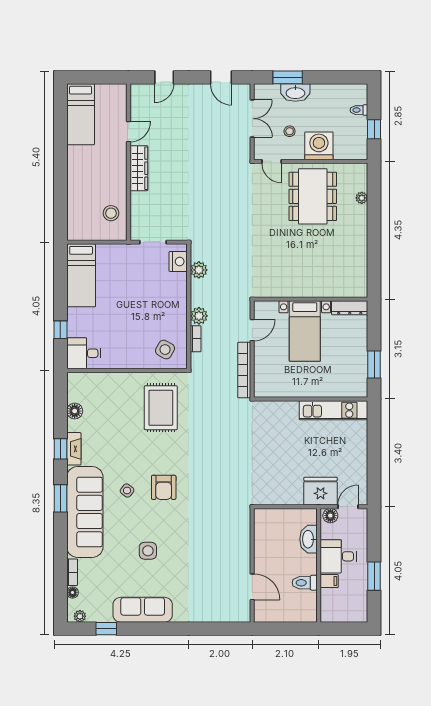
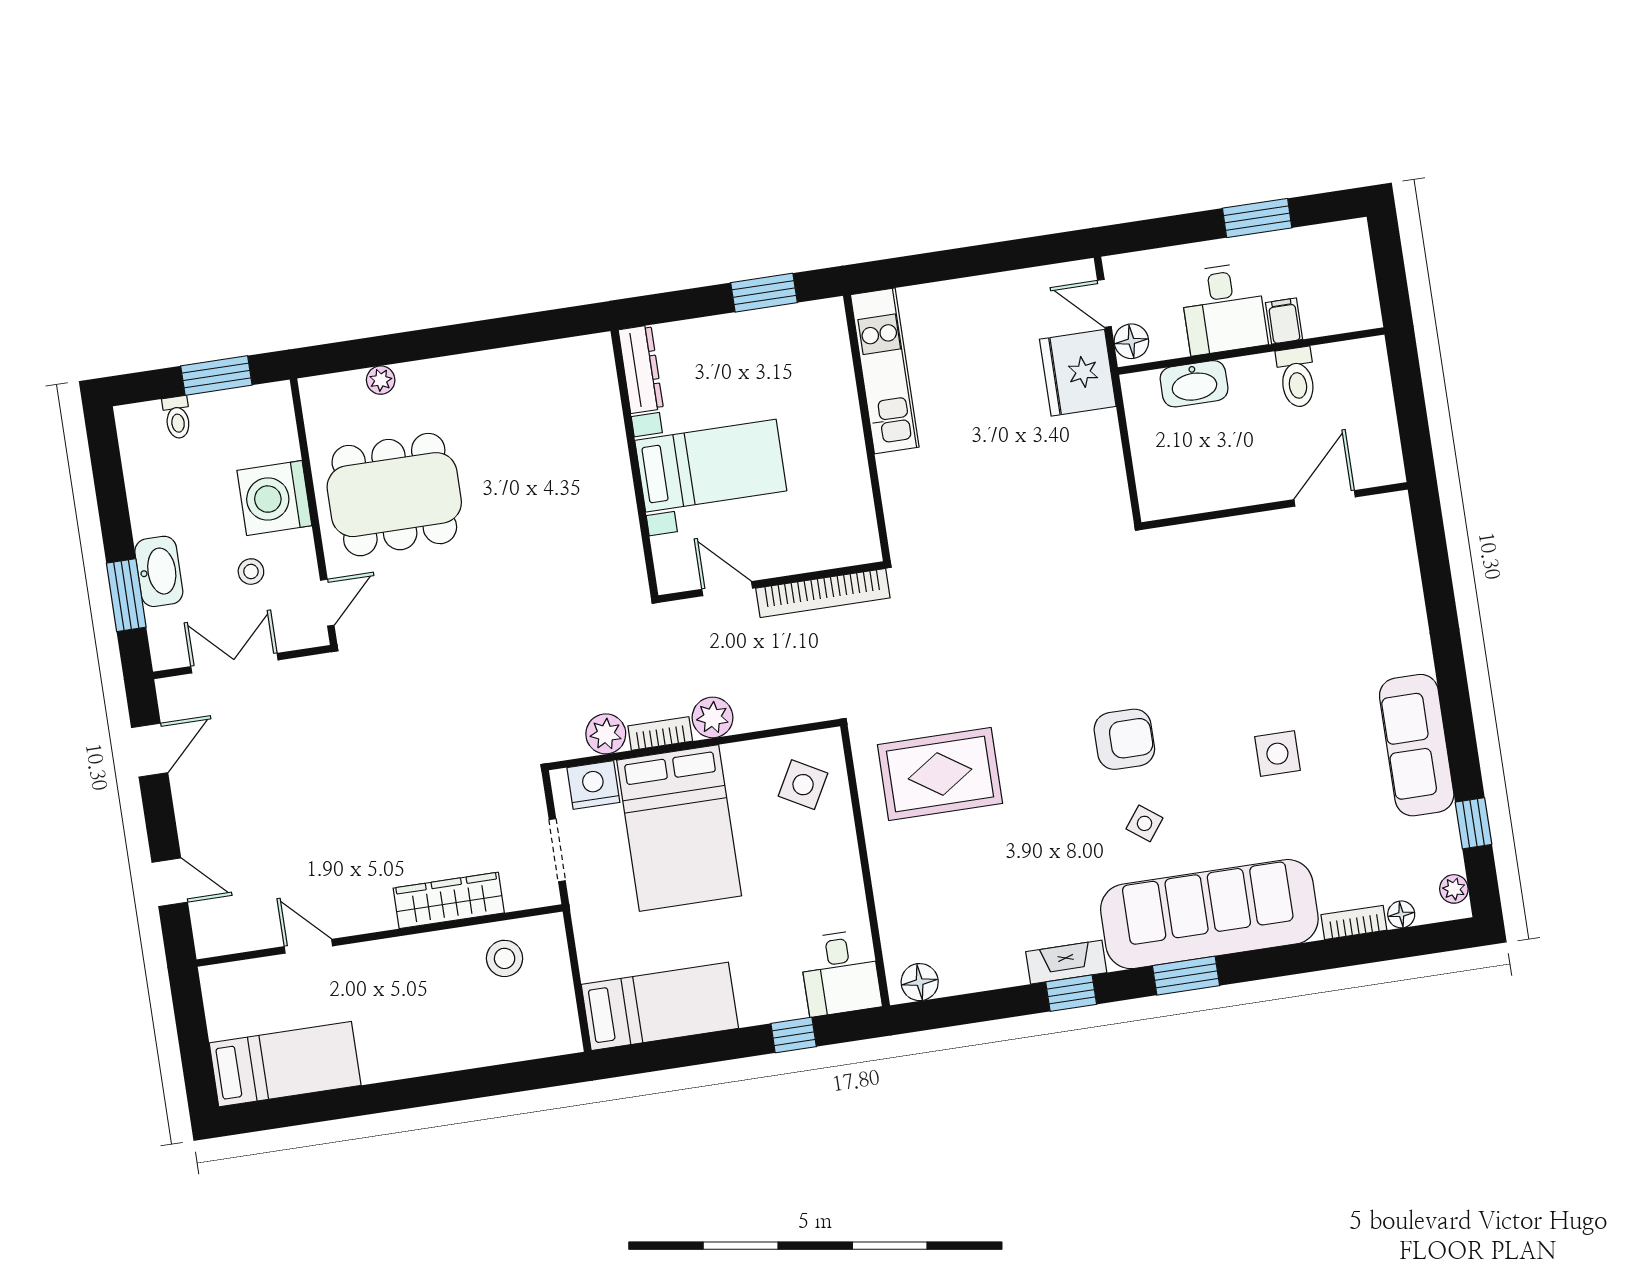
window: (374, 129) -> (216, 375), width x1.50
wardrobe: (139, 168) -> (449, 900), moved
bed: (155, 295) -> (679, 828), added
bookcase: (196, 339) -> (660, 733), moved
floor lamp: (75, 411) -> (920, 982), moved

